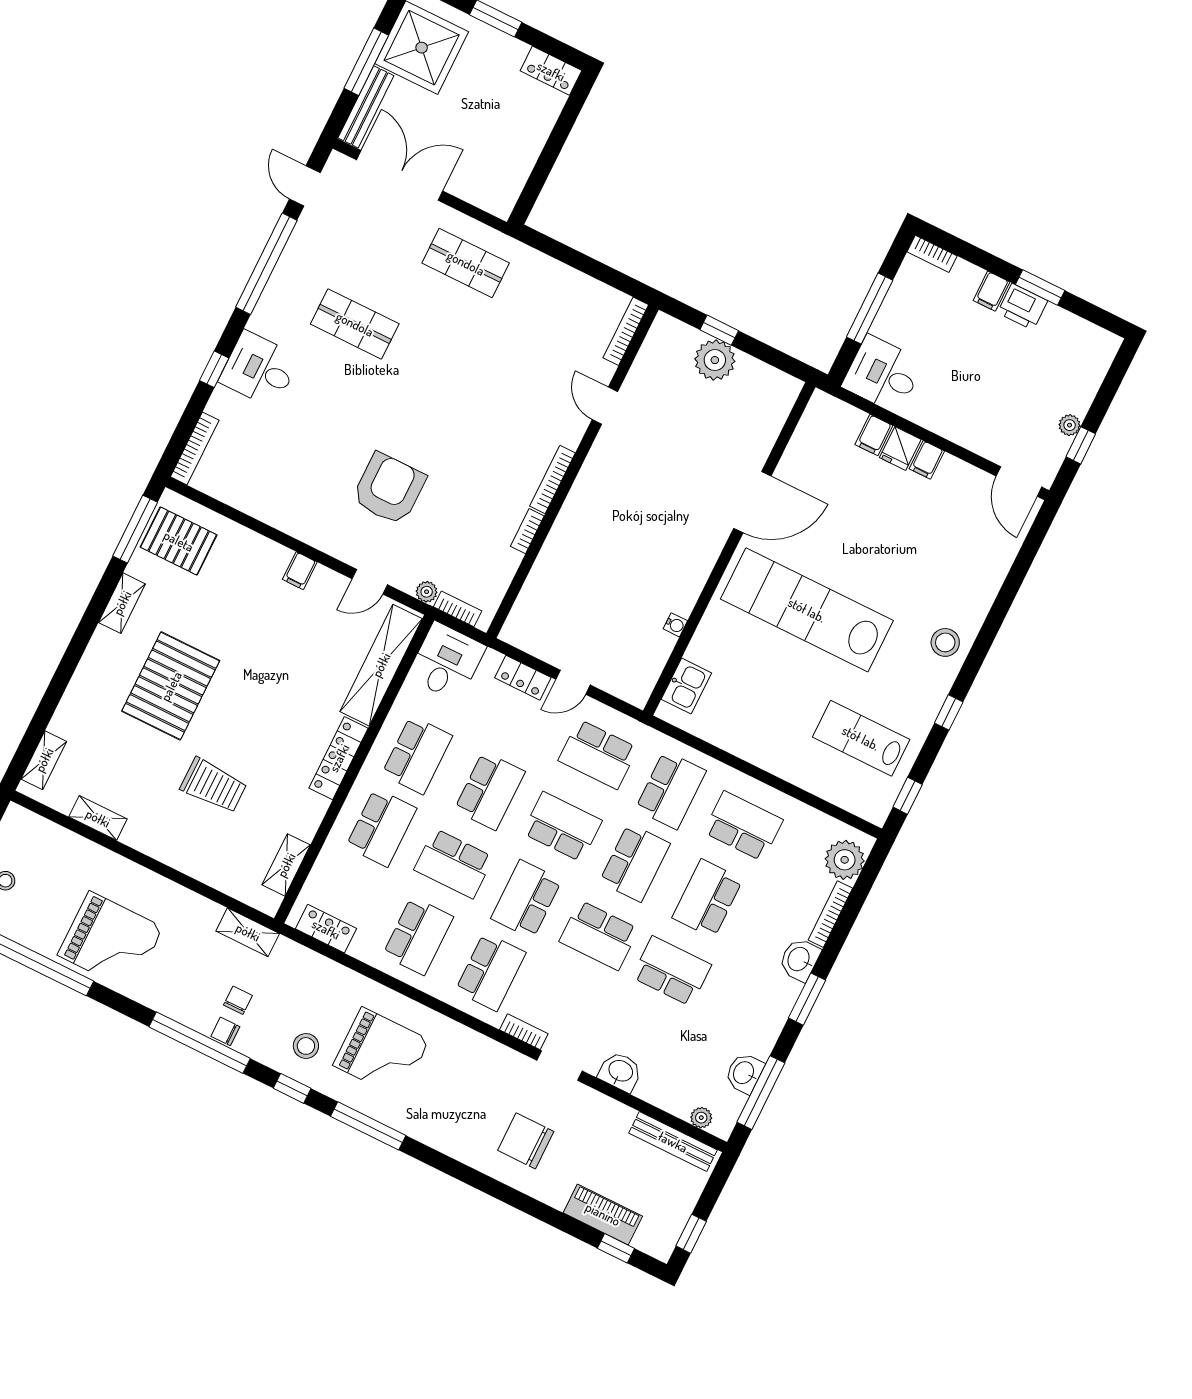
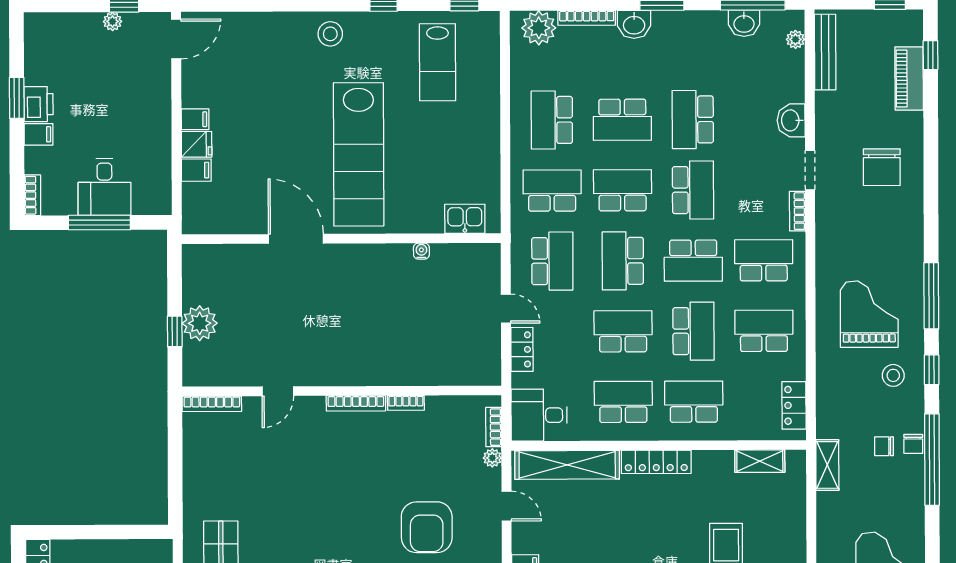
desk: (883, 374) -> (104, 187), moved
armchair: (389, 489) -> (427, 527), turned -90

